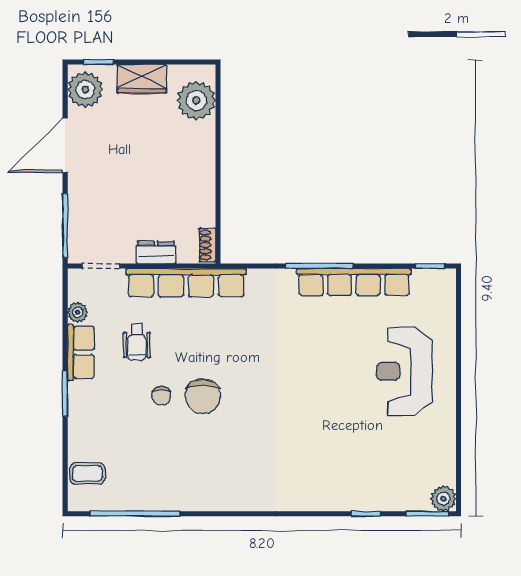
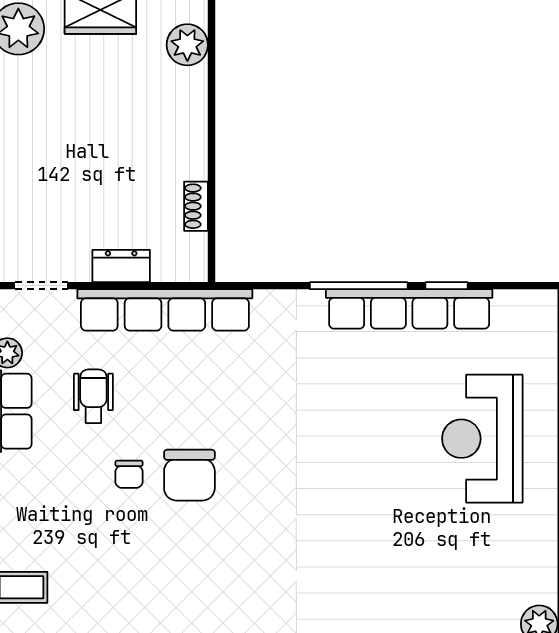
plant: (196, 100) -> (187, 45), width x0.73, depth x0.73
shoe rack: (207, 245) -> (196, 206), moved
window: (430, 266) -> (447, 286), moved
wheelchair: (137, 342) -> (93, 396), turned 180

